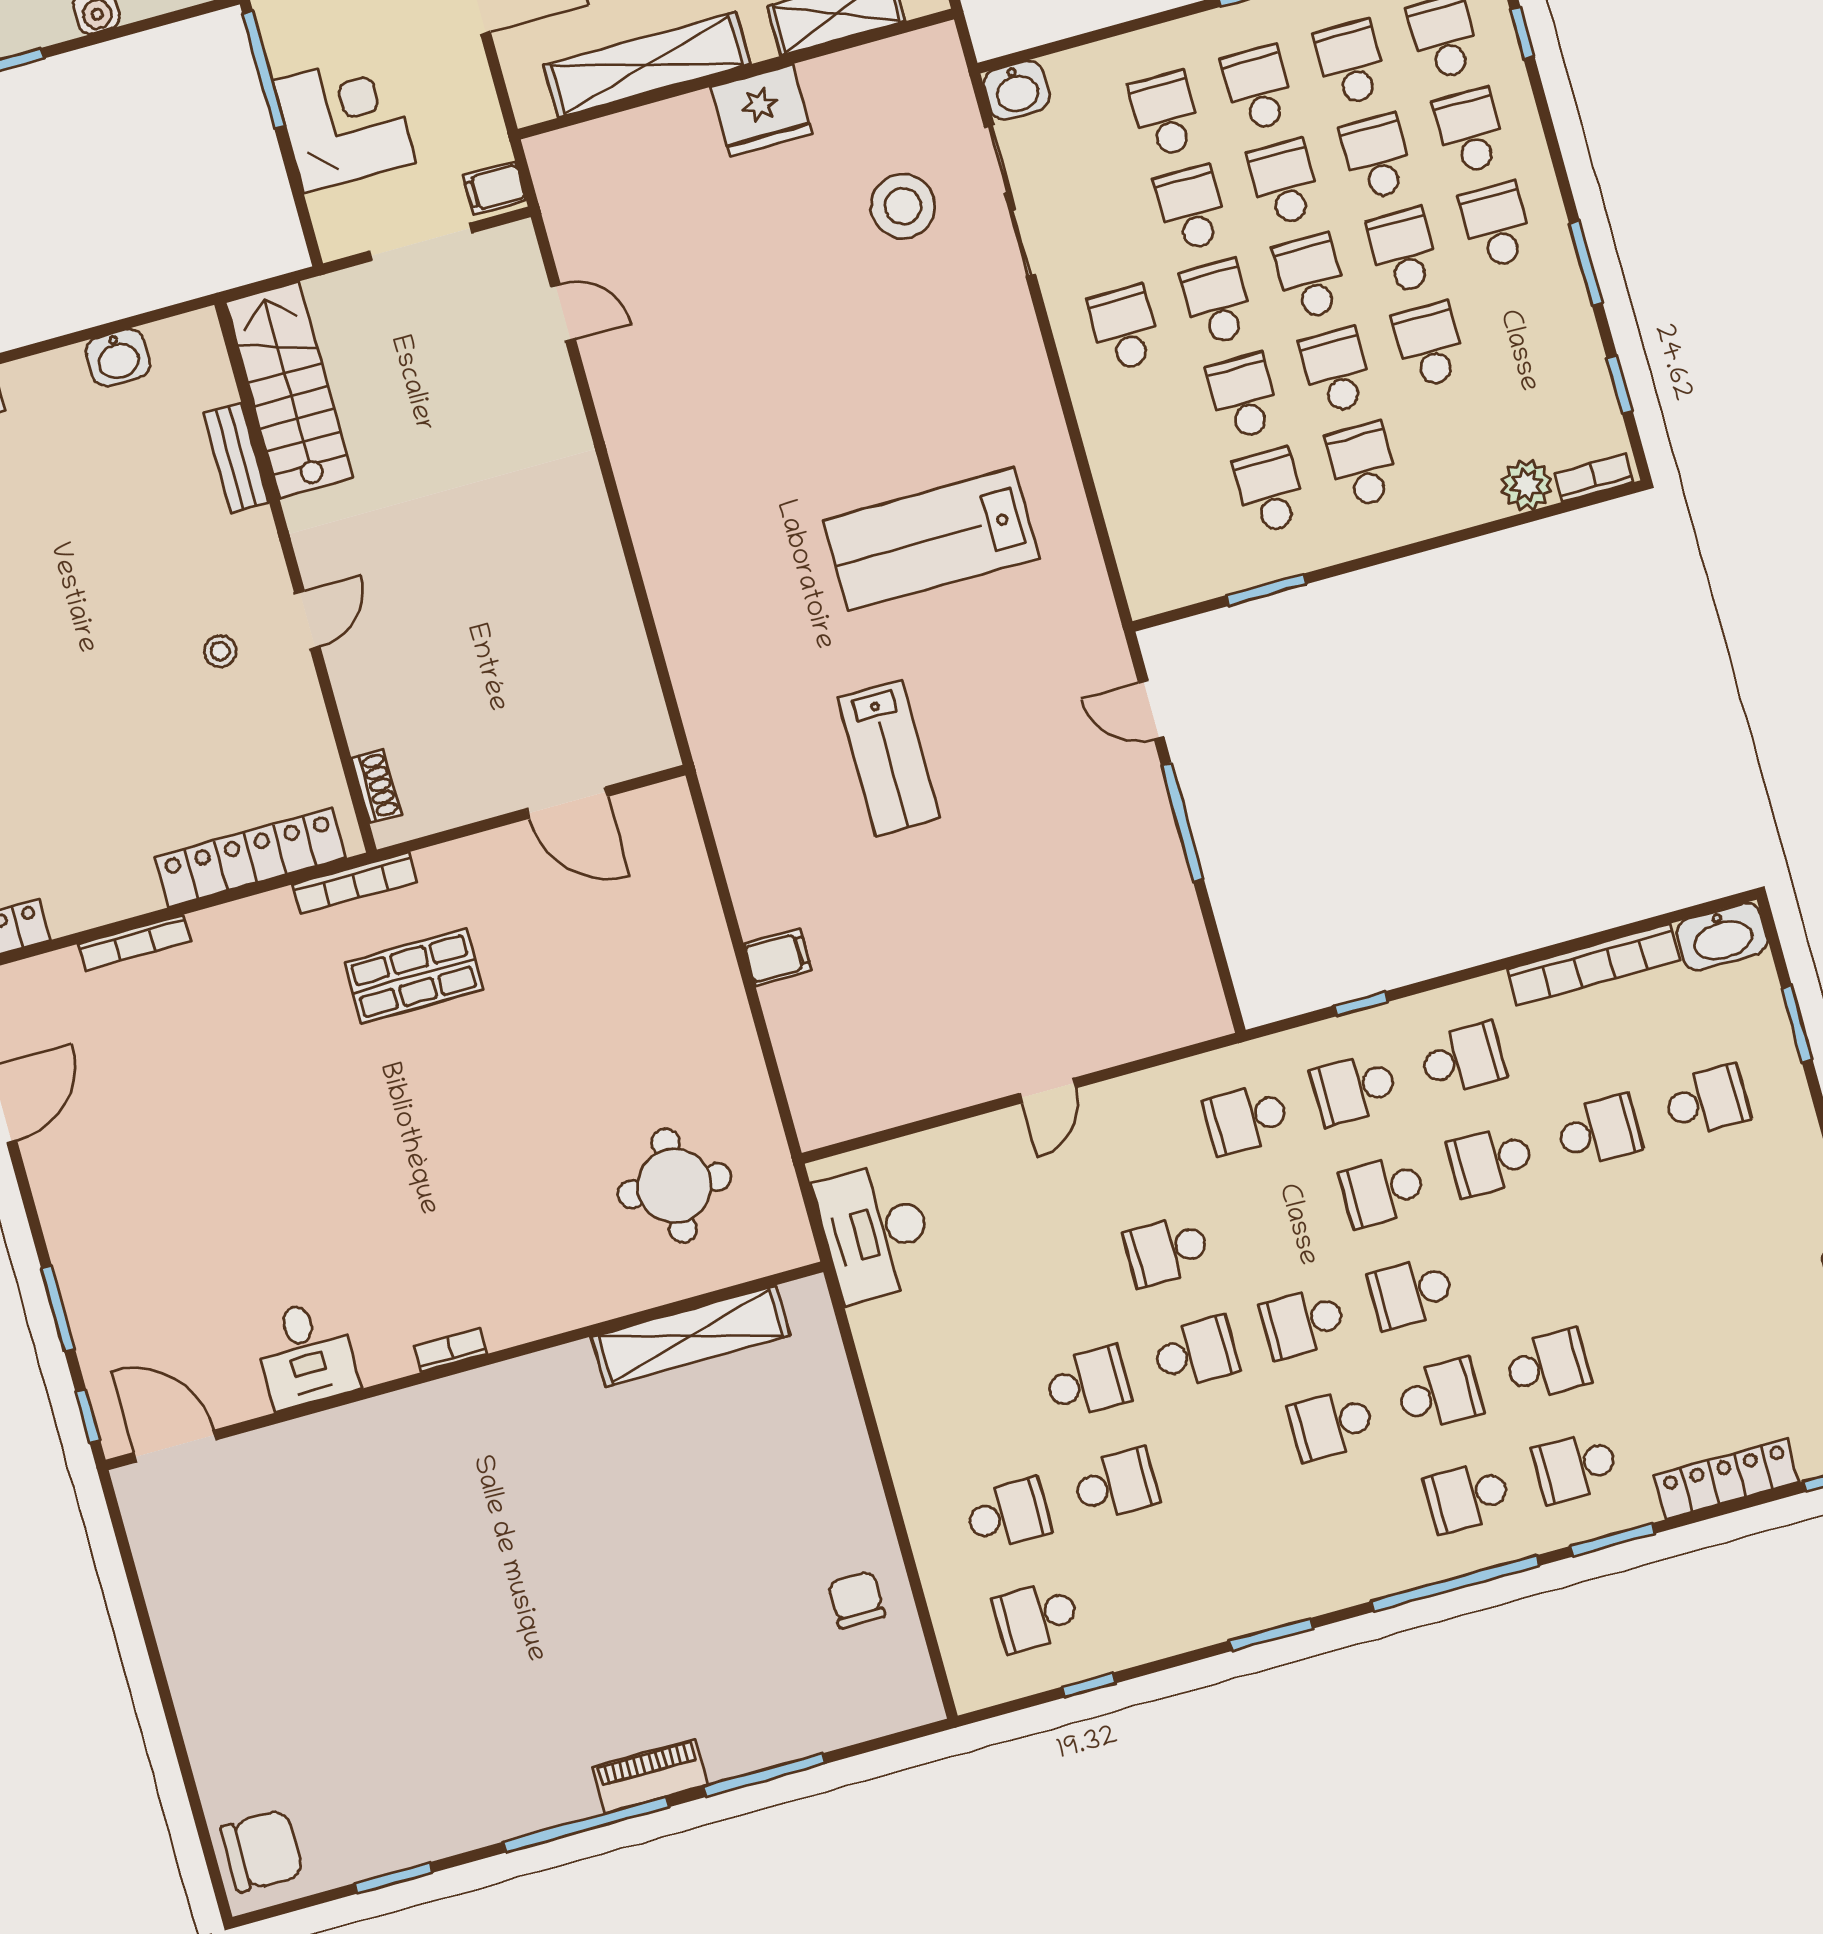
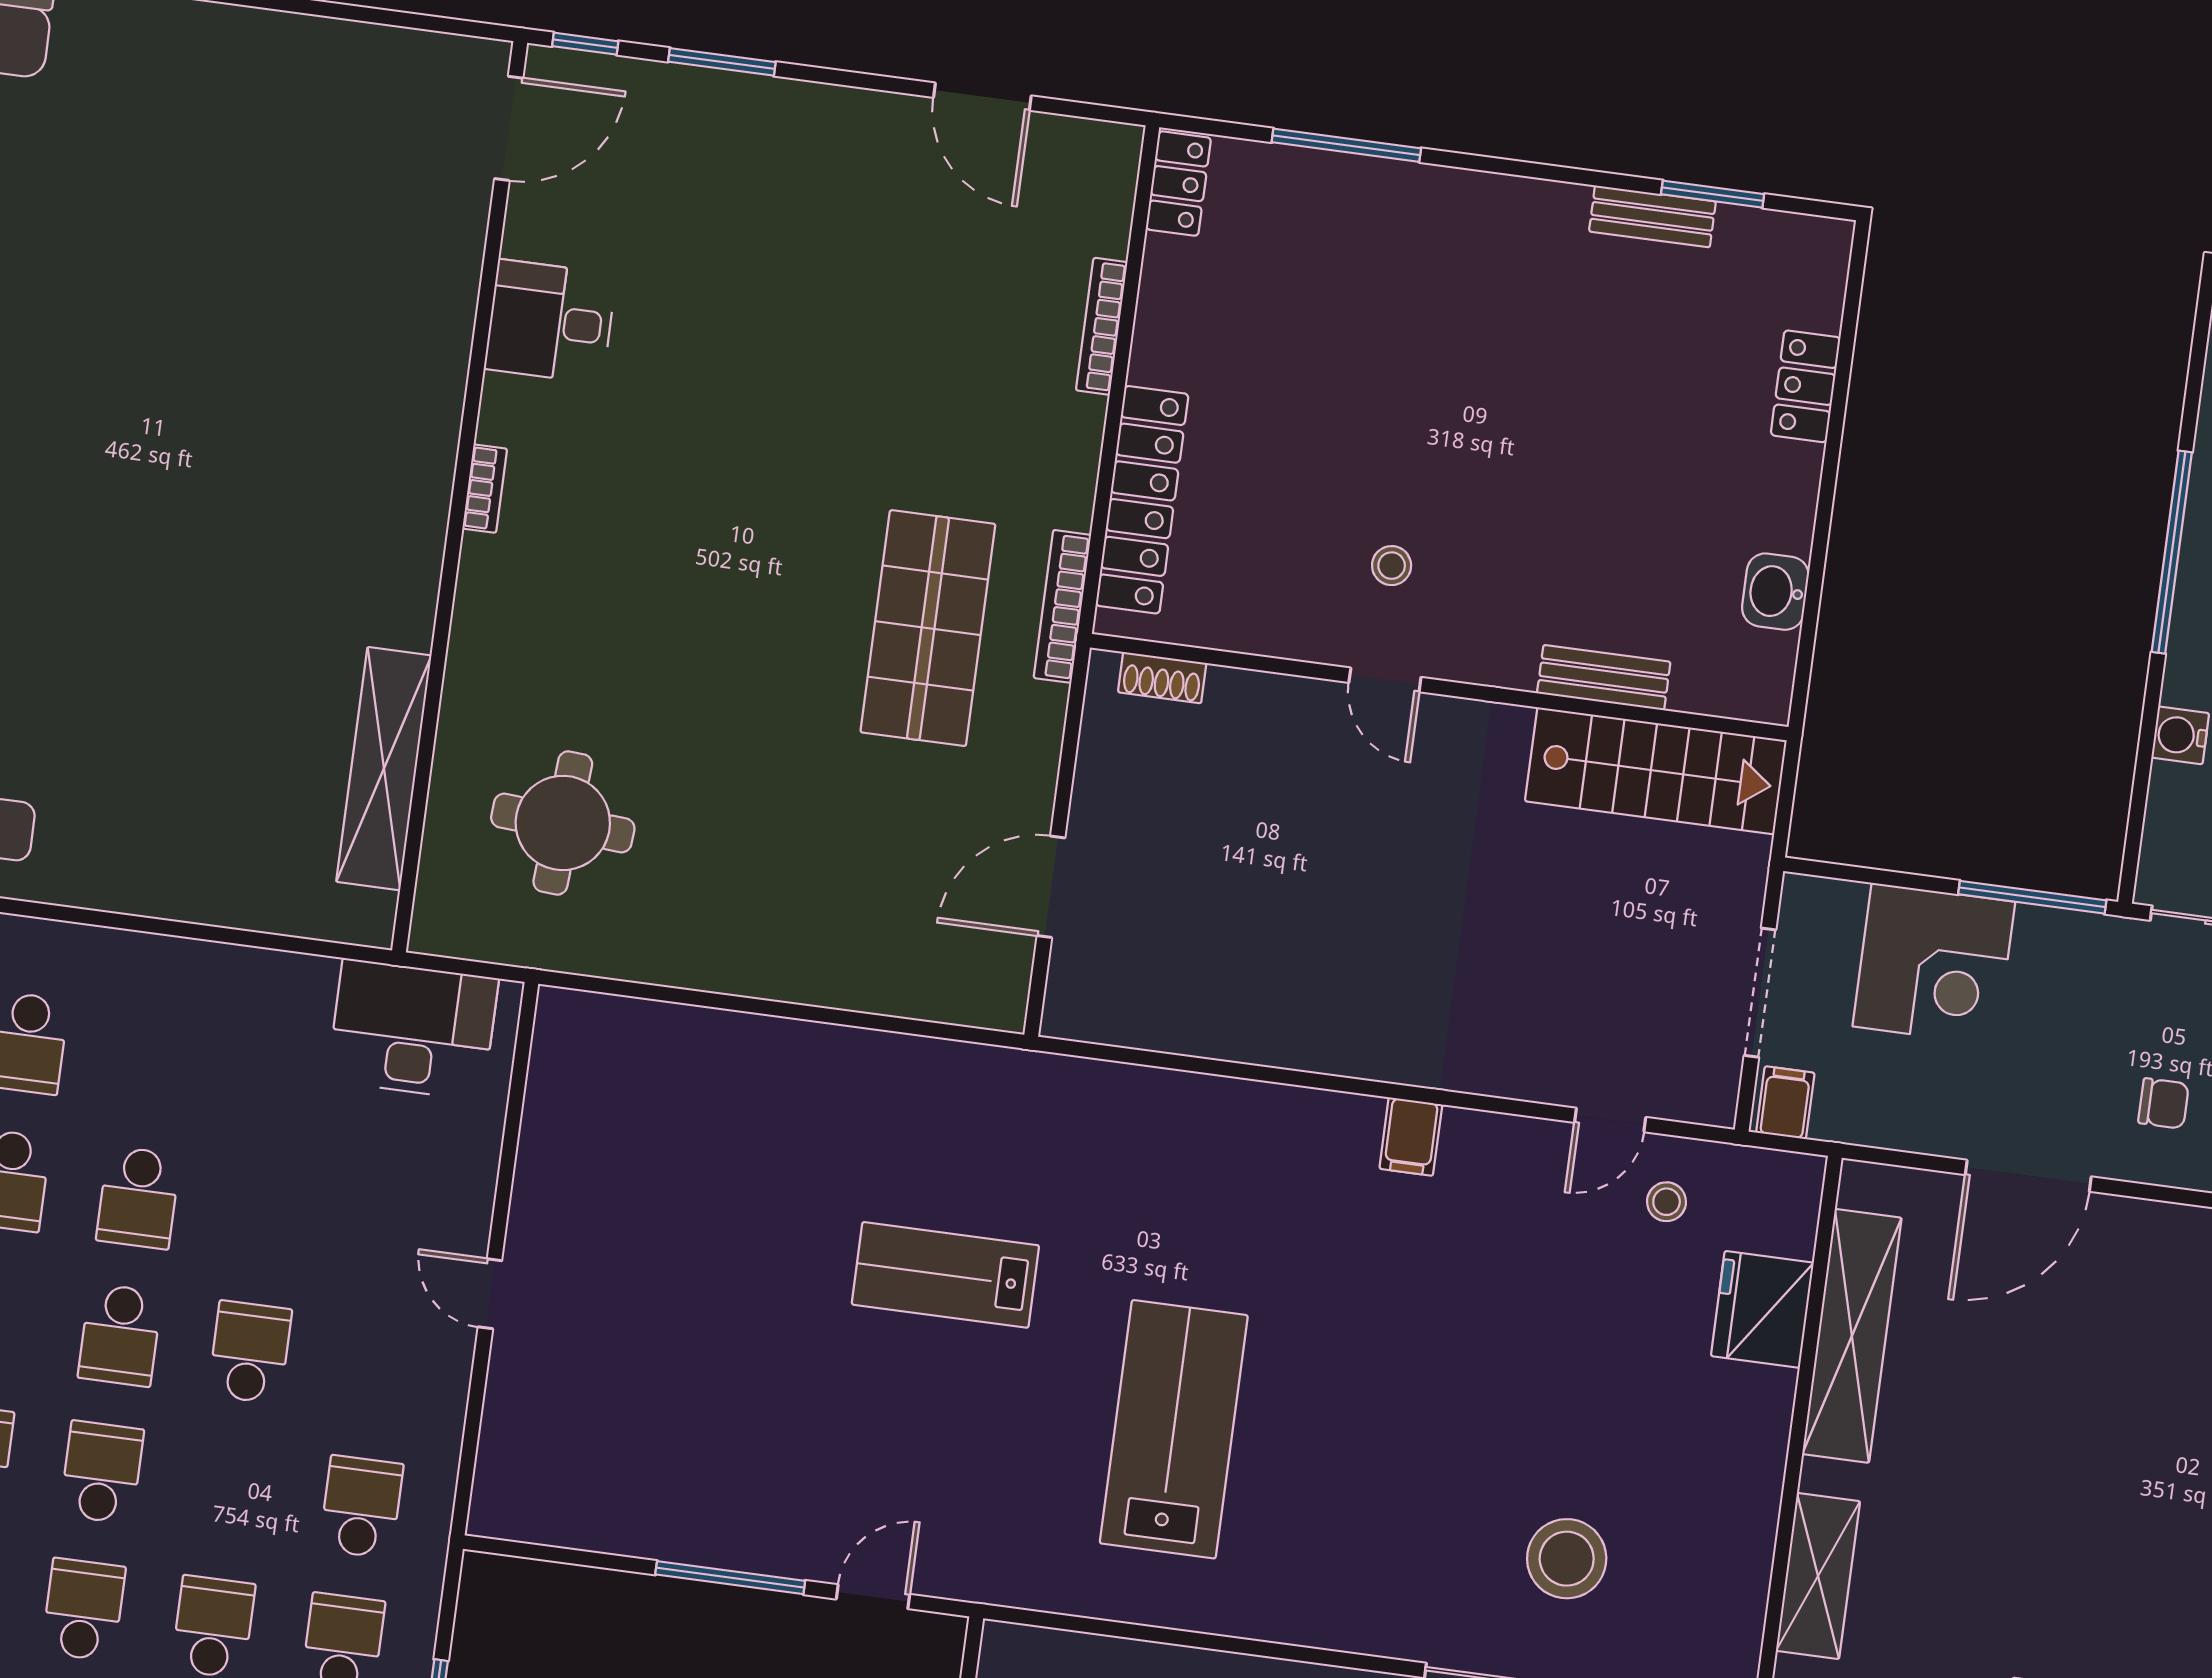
fridge: (761, 110) -> (1762, 1309), moved
stool: (606, 245) -> (1667, 1202), added
filing cabinet: (778, 957) -> (1411, 1137), moved
shop shelf: (414, 976) -> (928, 628), width x1.43, depth x1.36

